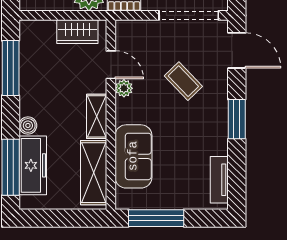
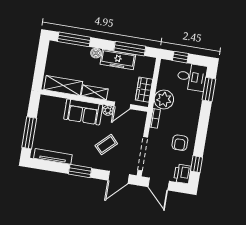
sofa: (133, 156) -> (83, 112), moved
freezer: (33, 165) -> (118, 59), moved
tv unit: (219, 180) -> (53, 156), width x1.41
window: (156, 218) -> (29, 133), moved

